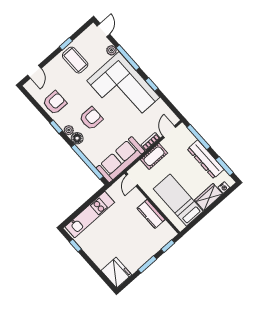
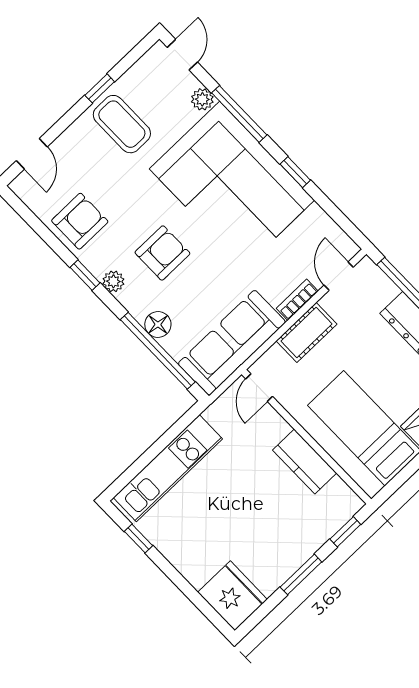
floor lamp: (77, 138) -> (158, 324), moved

